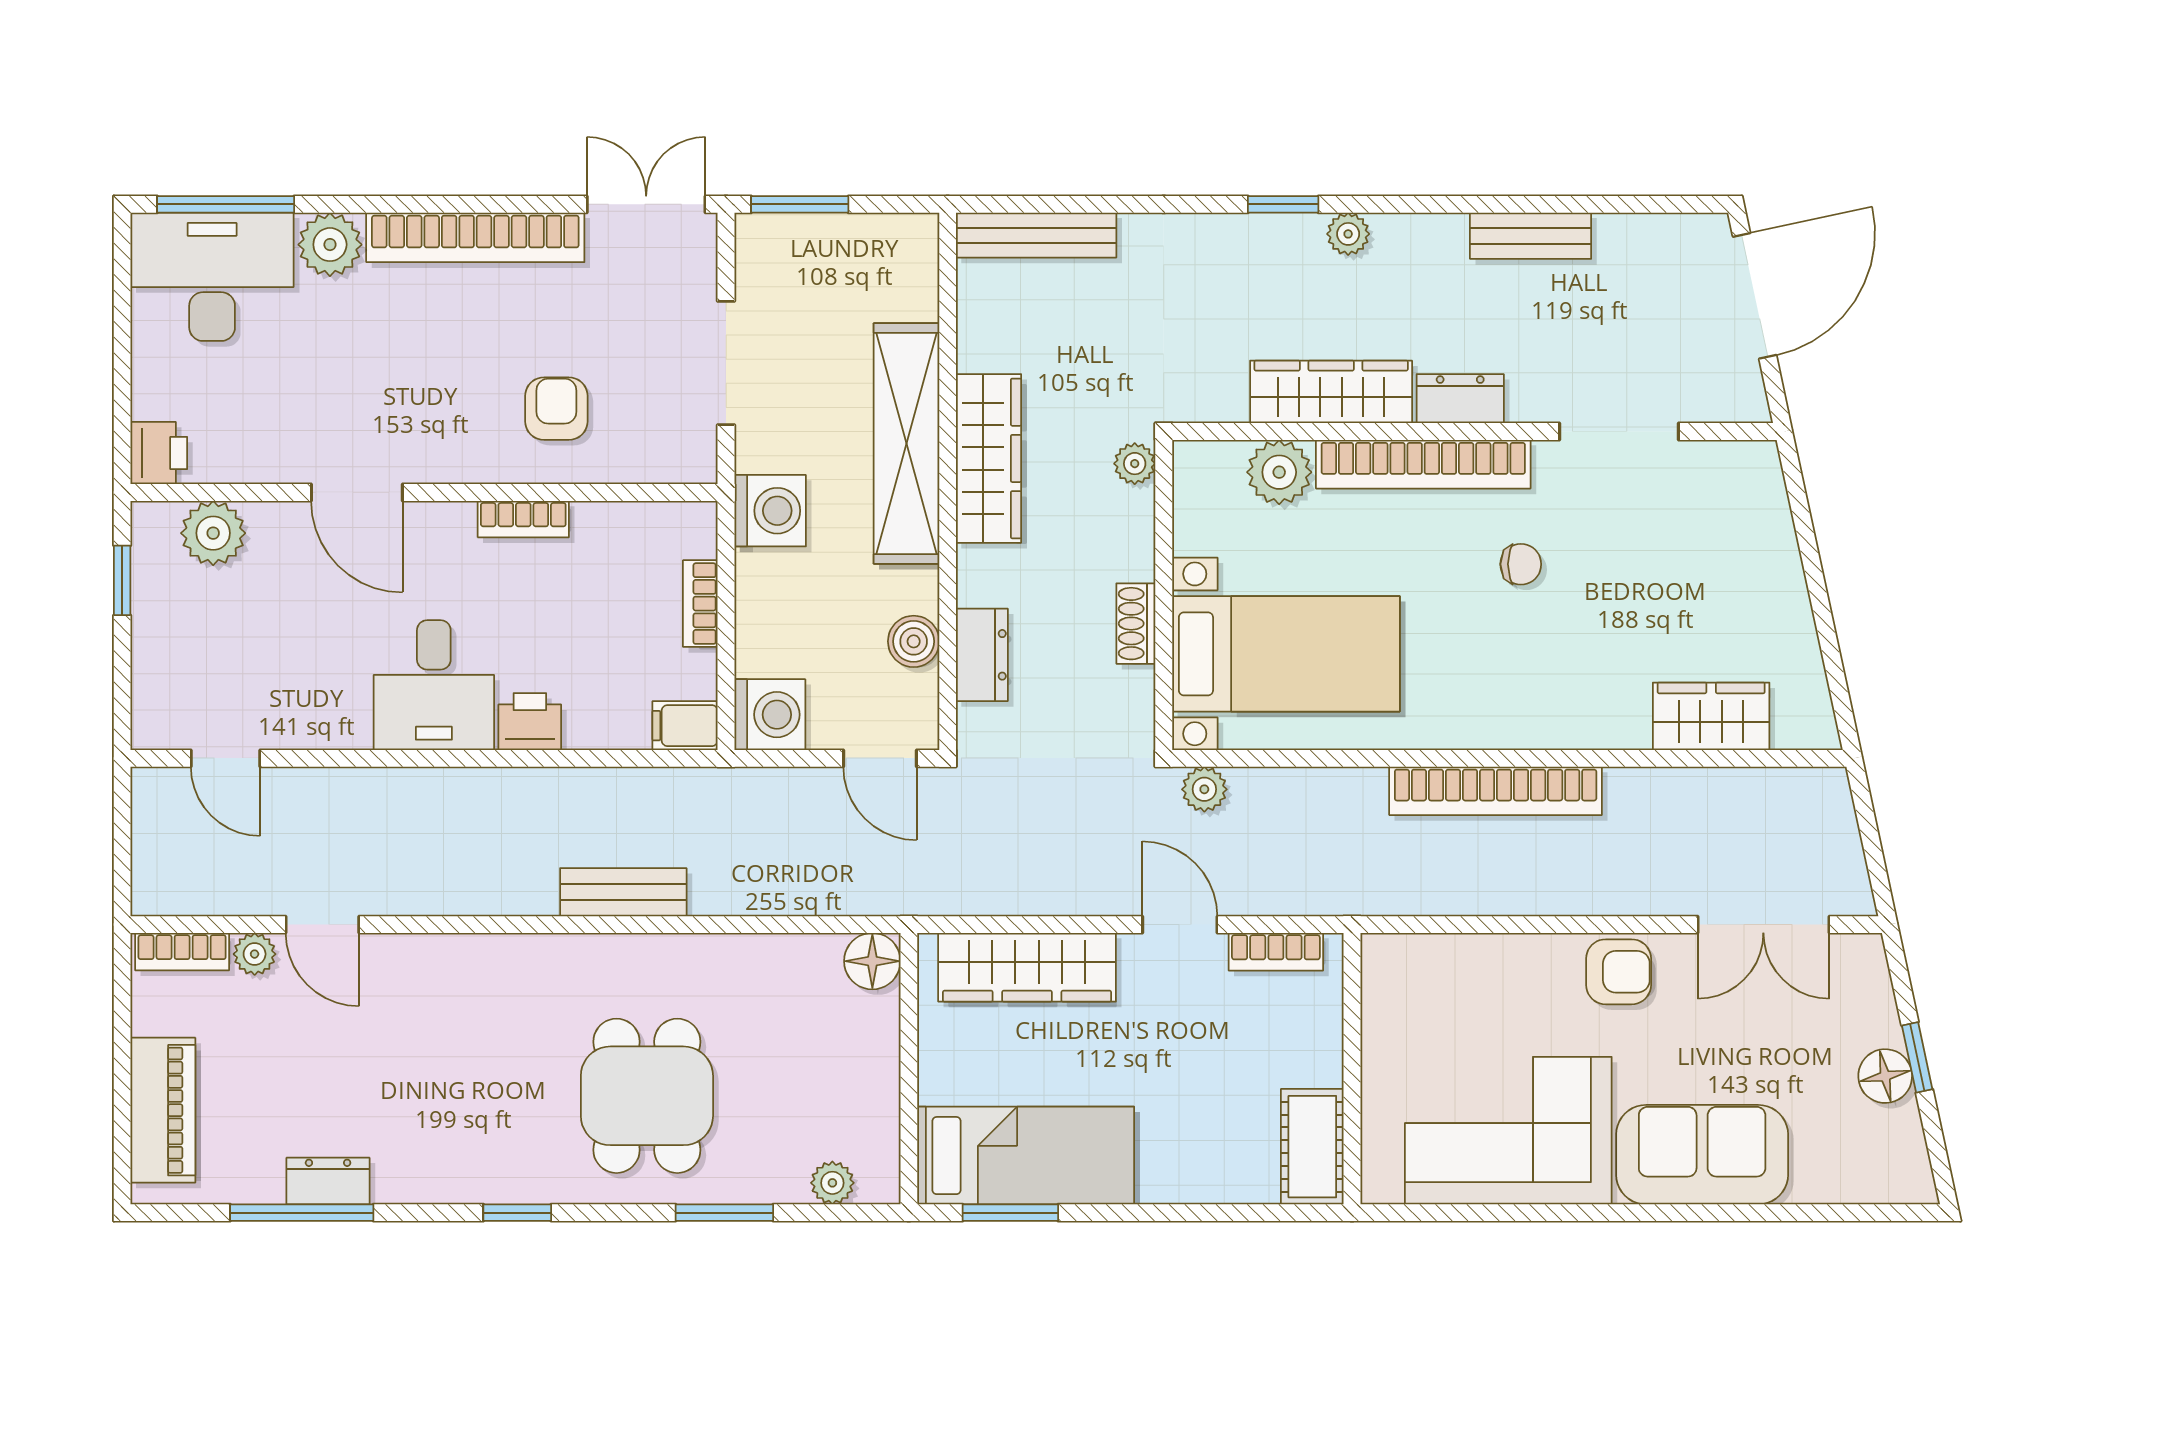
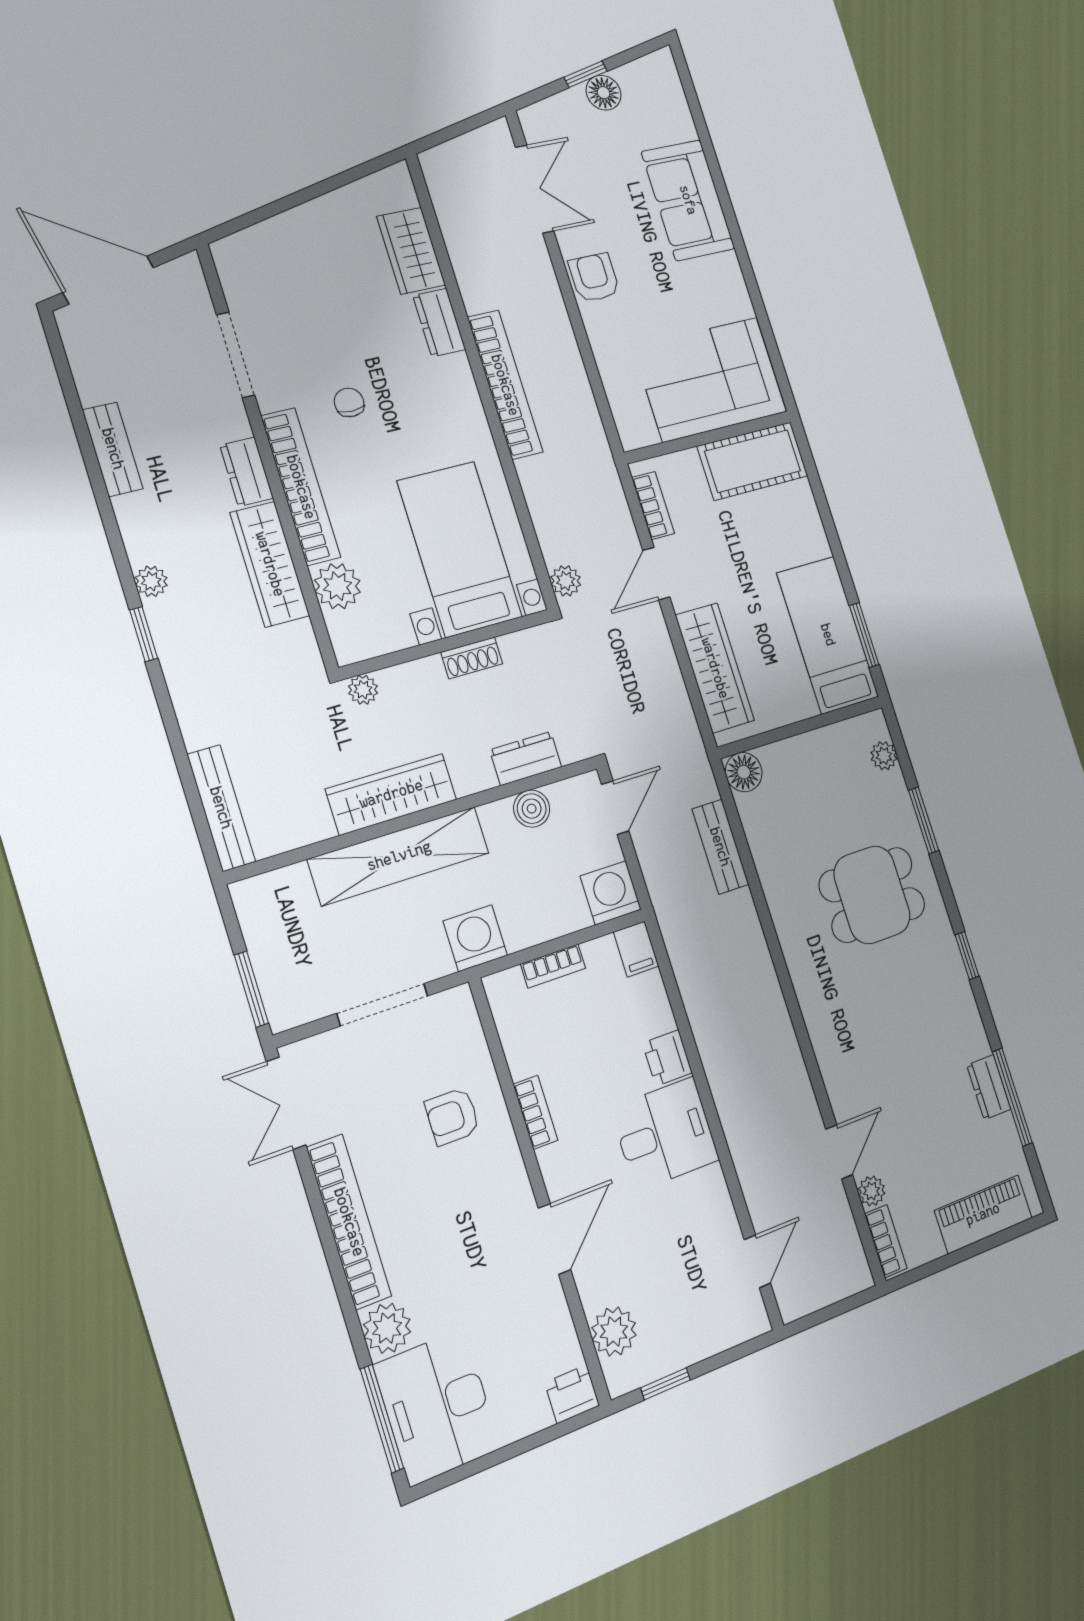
dresser: (1603, 724) -> (439, 323), added
bench: (623, 892) -> (720, 847), moved
corner sofa: (1508, 1131) -> (710, 379), moved, turned 90
cot: (1312, 1147) -> (753, 461), width x1.37, depth x1.34

